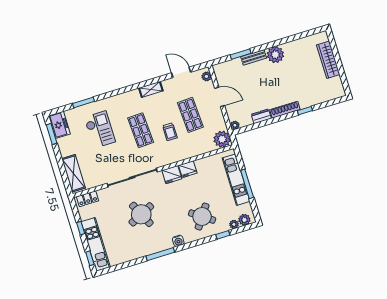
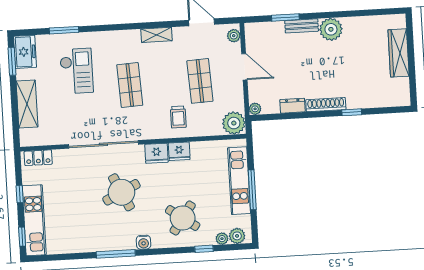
trolley: (170, 132) -> (178, 117), moved
shelving: (73, 173) -> (27, 104), moved
round table: (141, 214) -> (121, 192), moved

